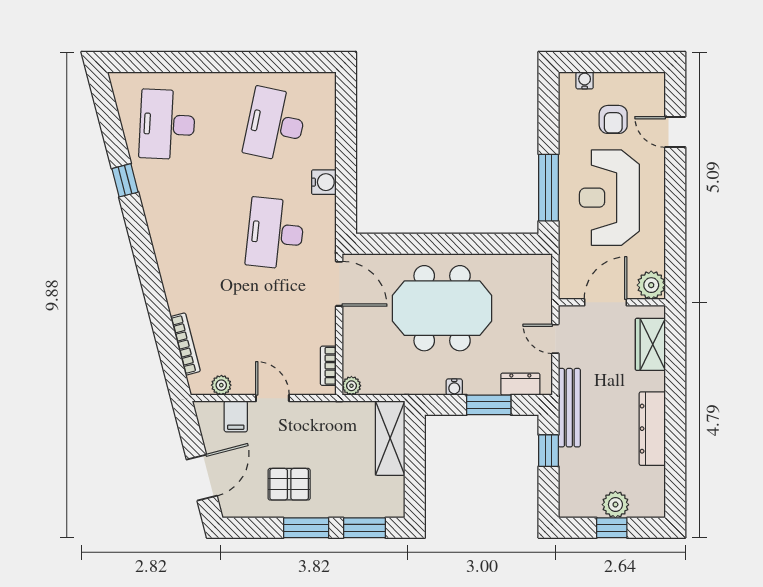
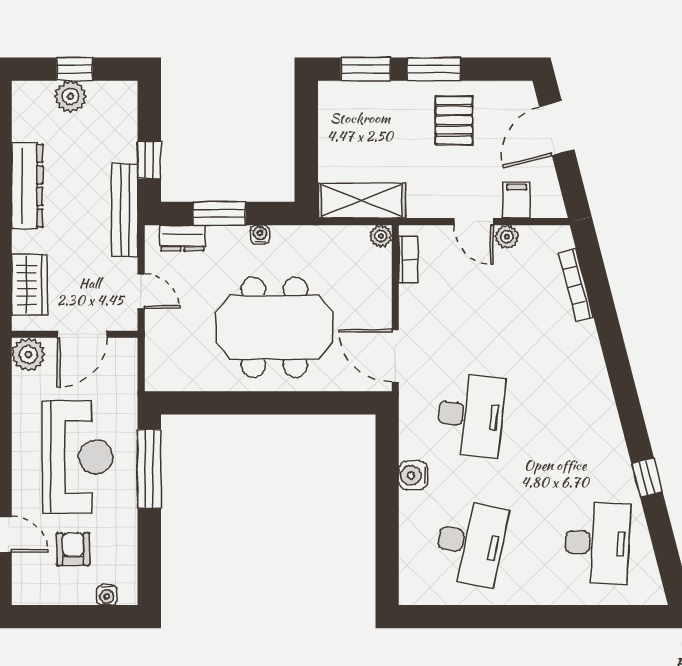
plant: (221, 385) -> (507, 237), moved
shelving: (390, 438) -> (362, 201), moved, turned 90
pallet: (289, 484) -> (454, 120), turned 90

